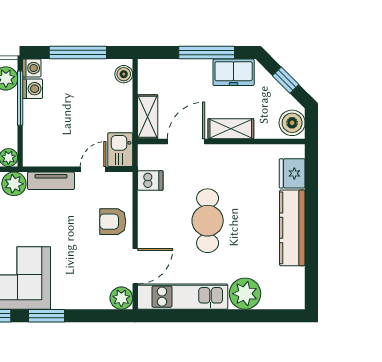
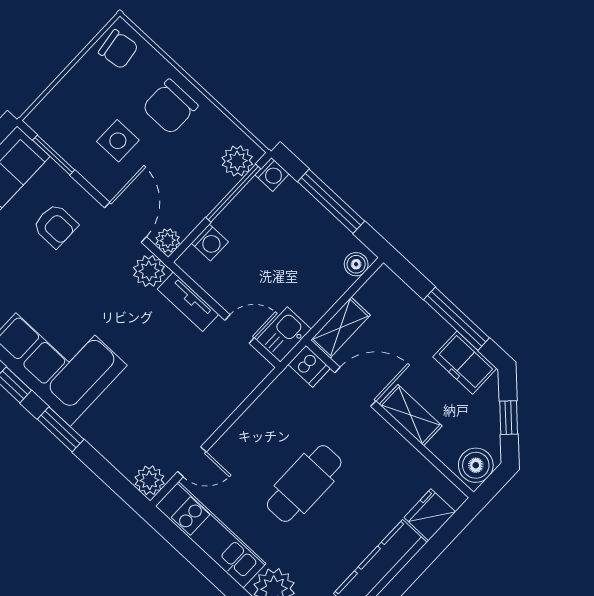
washing machine: (33, 89) -> (210, 242), moved
dishwasher: (150, 181) -> (309, 366), moved
armchair: (113, 222) -> (211, 398), removed
door: (135, 266) -> (192, 462), width x0.73

